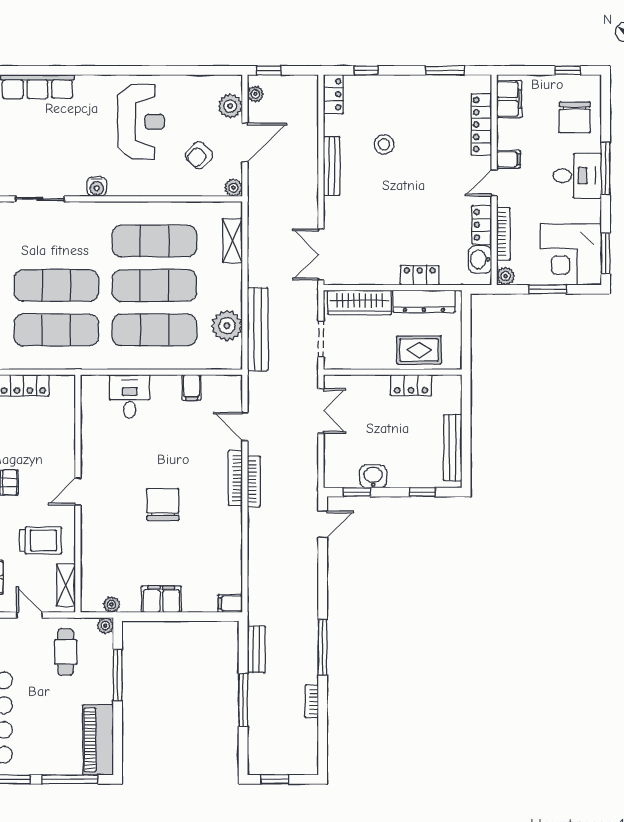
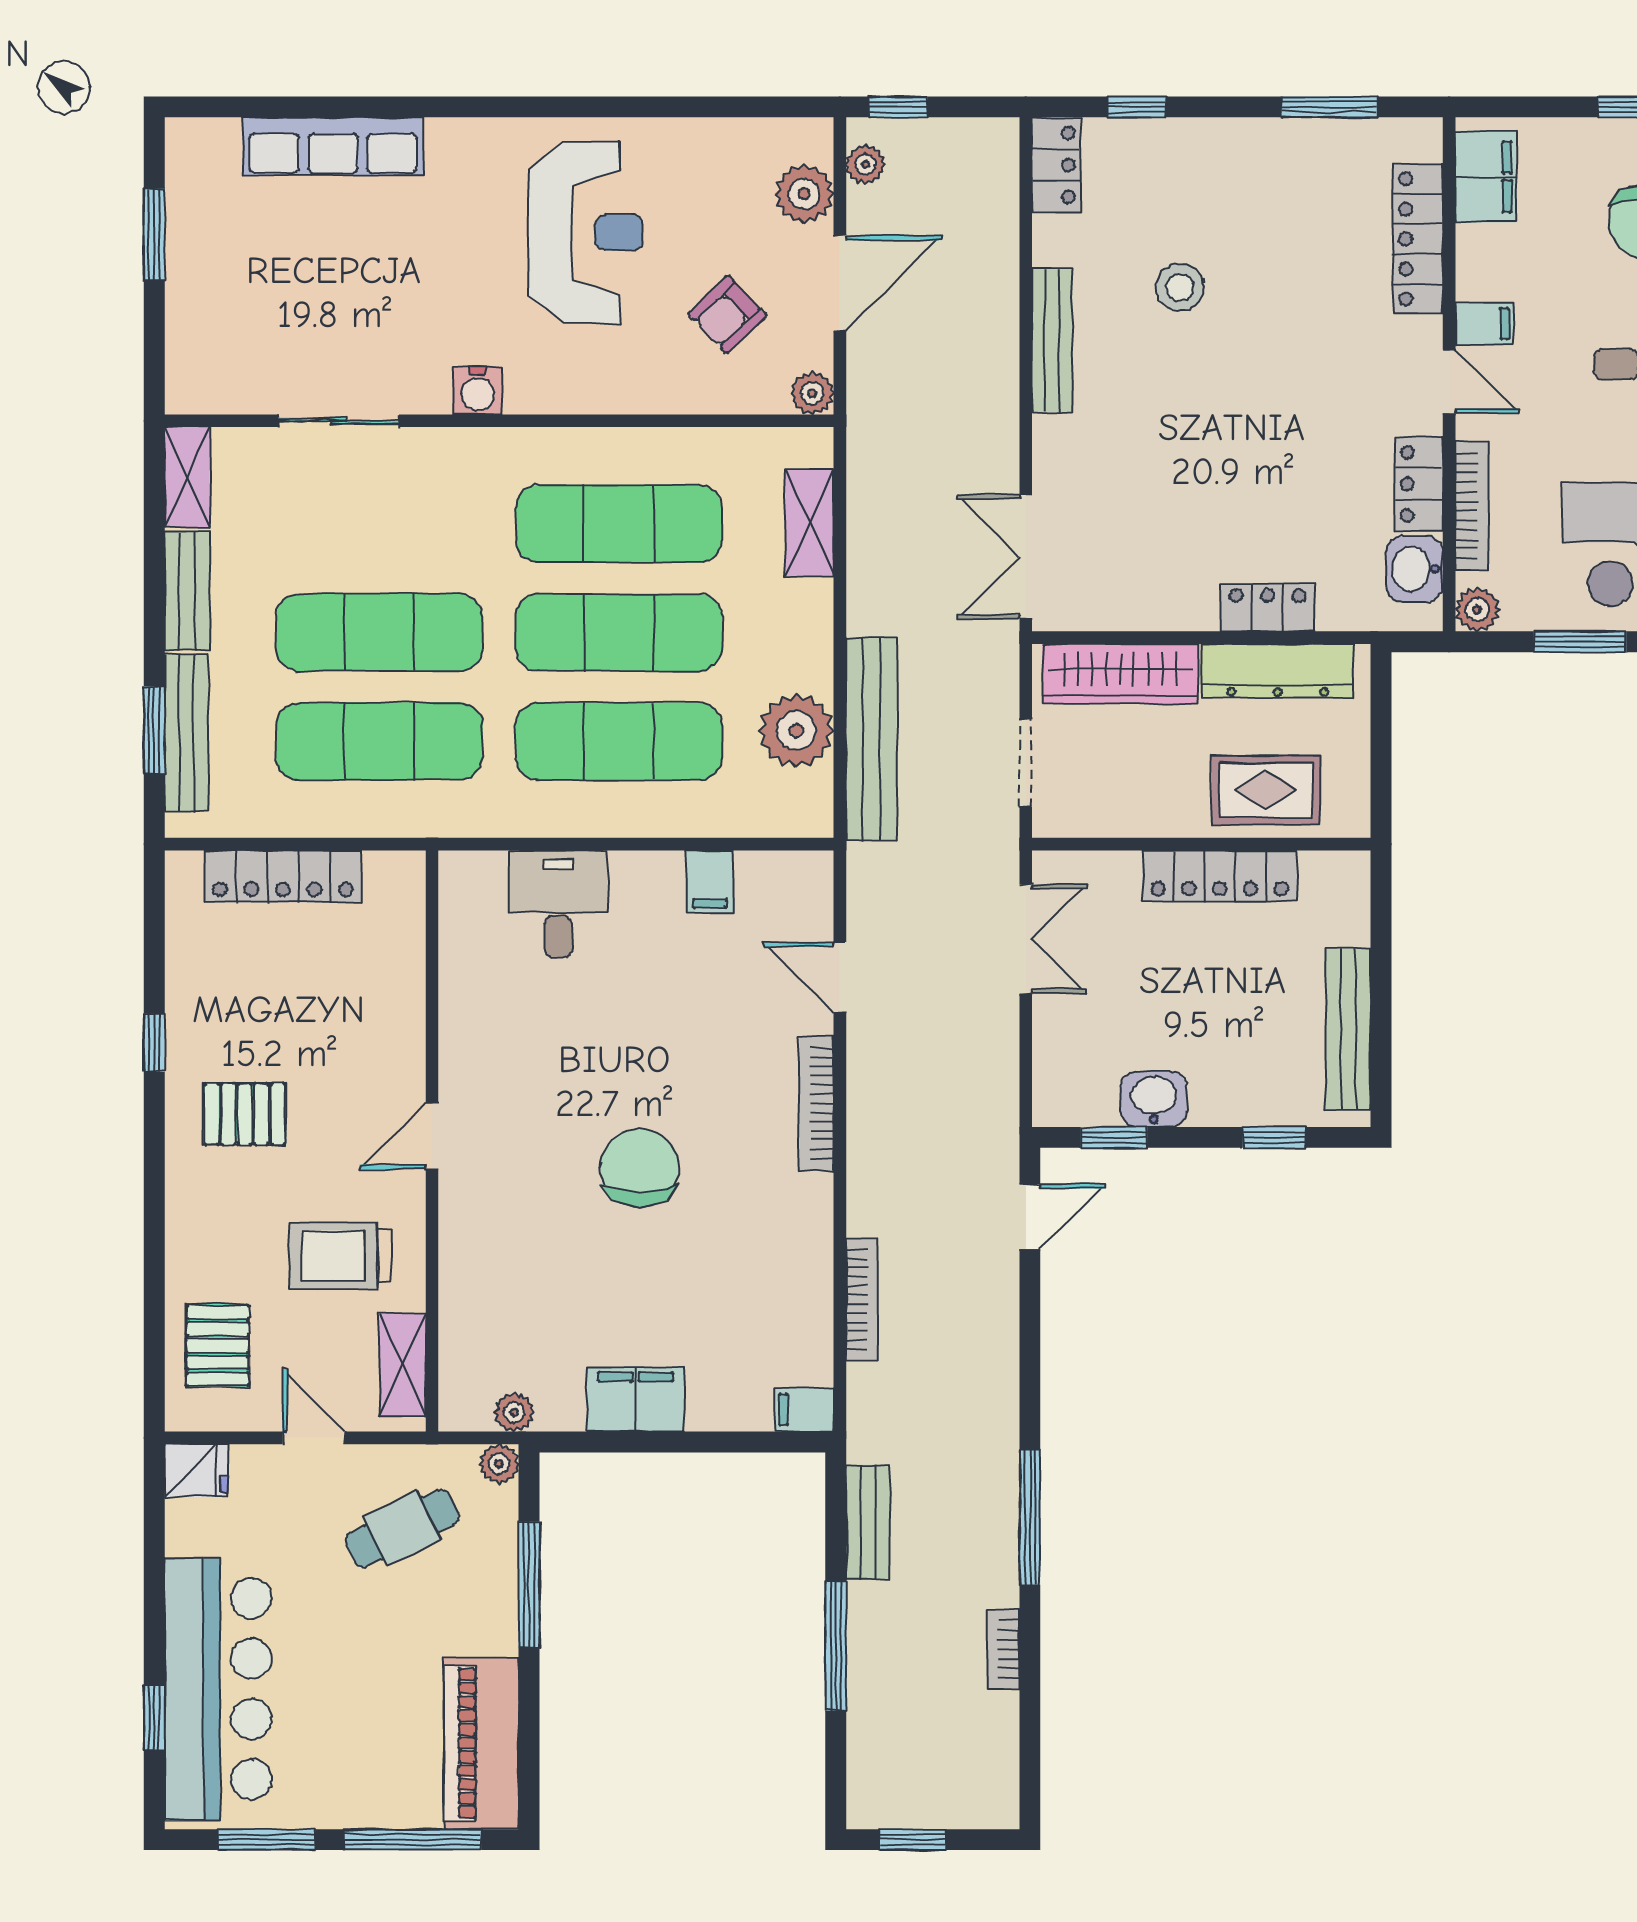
door: (494, 183) -> (1449, 382), swing flipped
locker: (411, 385) -> (1220, 876), width x1.53
bookcase: (254, 481) -> (862, 1299), moved
trolley: (40, 540) -> (340, 1256), turned 180
cafe table: (66, 652) -> (402, 1528), turned 64

